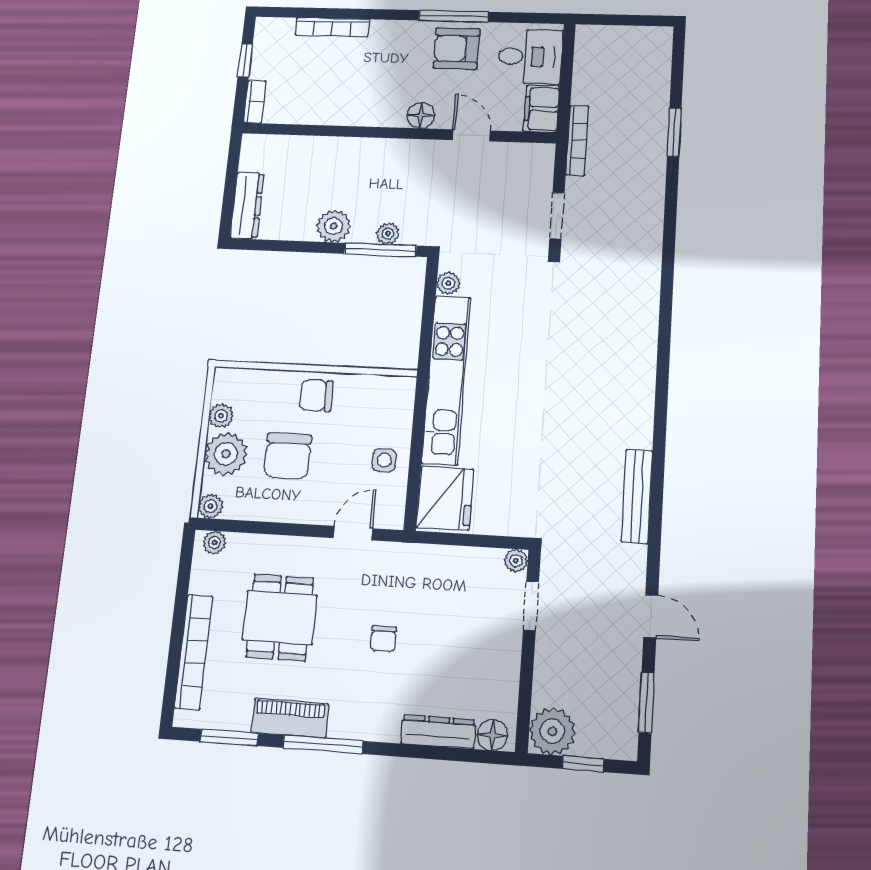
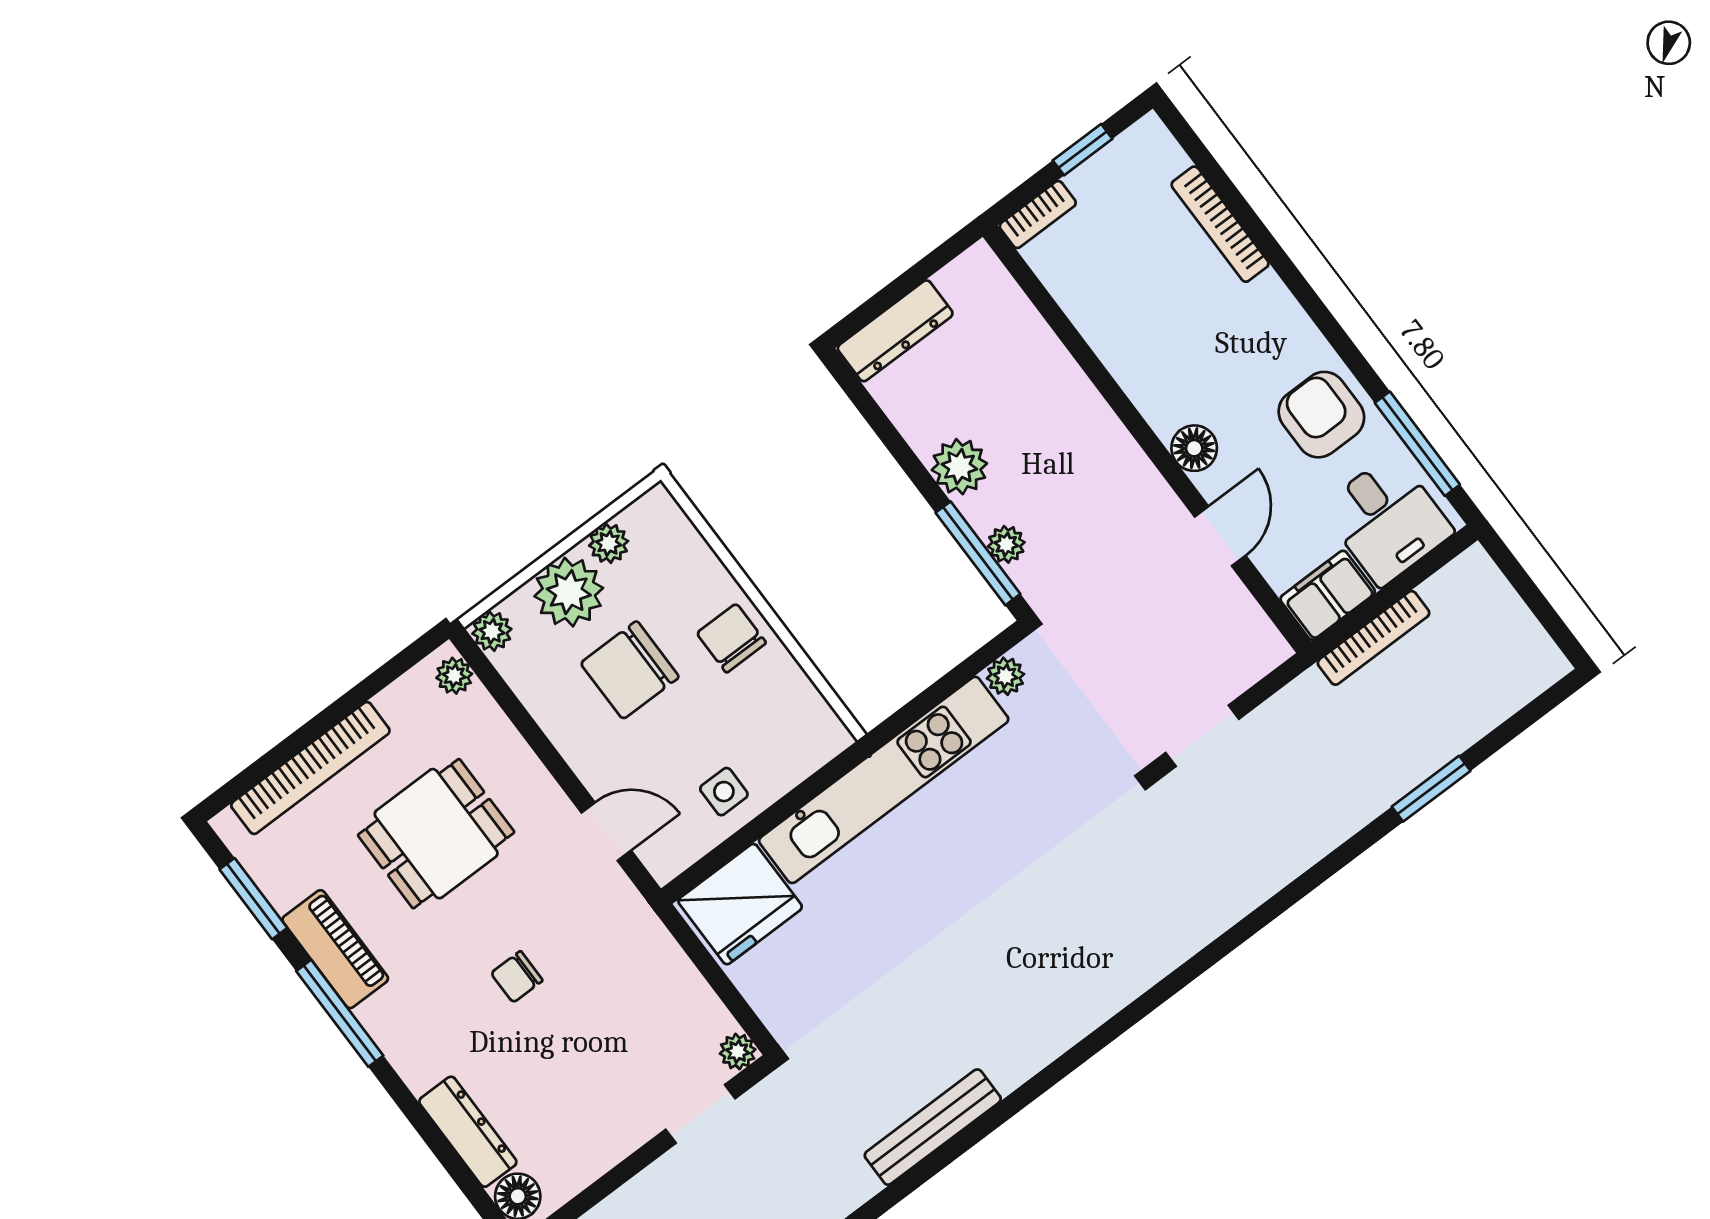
window: (454, 16) -> (1417, 444), moved
bookcase: (577, 140) -> (1374, 638), moved

